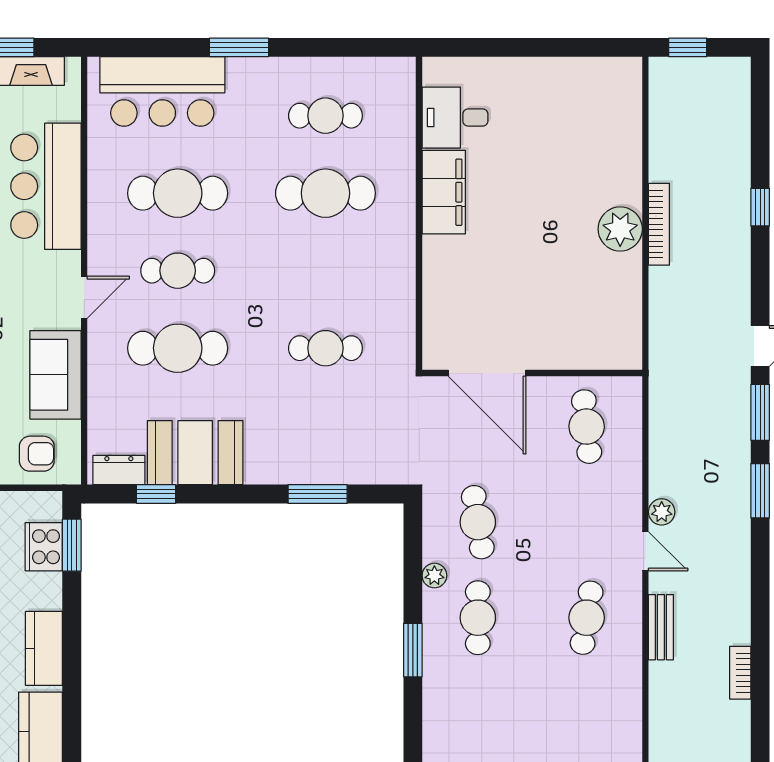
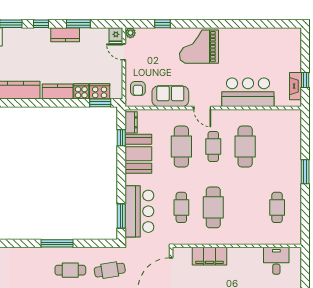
bar counter: (162, 91) -> (139, 211), moved, turned 180
filing cabinet: (444, 192) -> (210, 256), moved
cafe table: (325, 193) -> (213, 207), moved
window: (318, 494) -> (121, 216), moved
plant: (434, 576) -> (88, 252), removed
cooker: (44, 591) -> (81, 91), added
window: (413, 650) -> (57, 243), width x1.44

